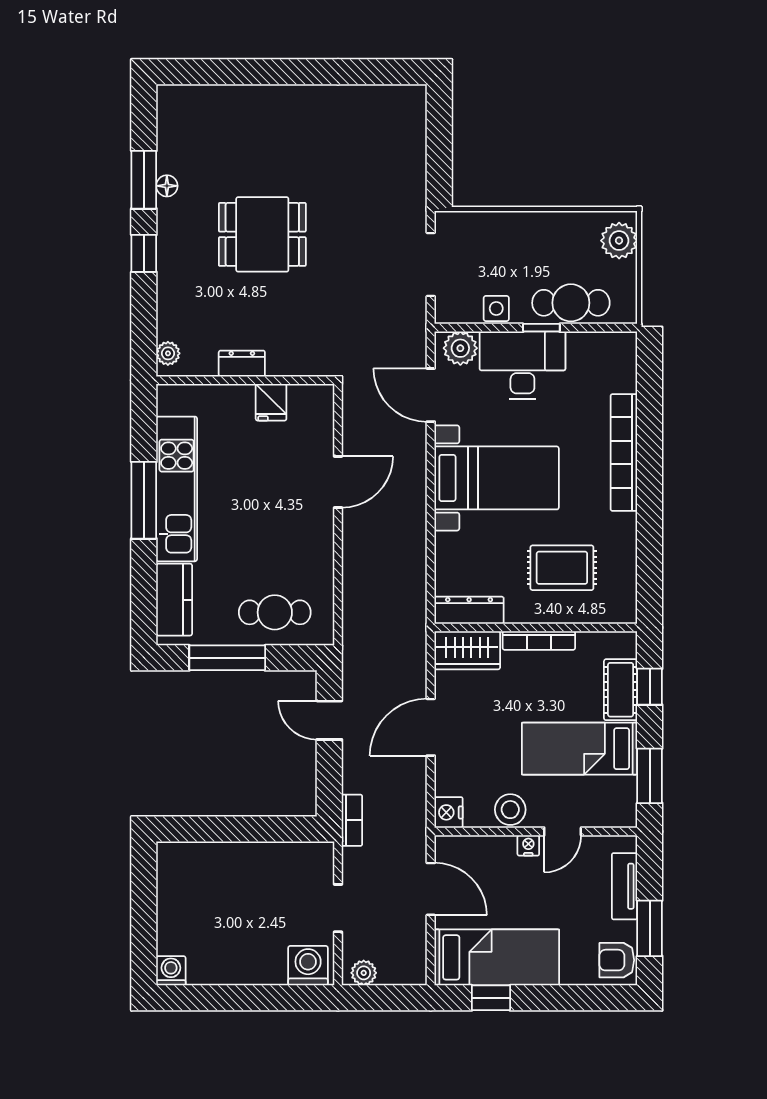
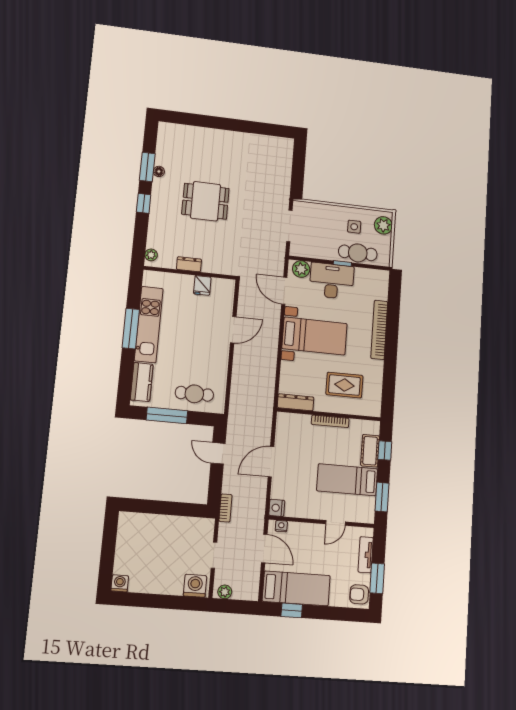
side table: (496, 308) -> (354, 227), moved
wardrobe: (467, 650) -> (293, 423), removed
stool: (510, 810) -> (309, 509), removed
nightstand: (528, 845) -> (281, 526), moved

